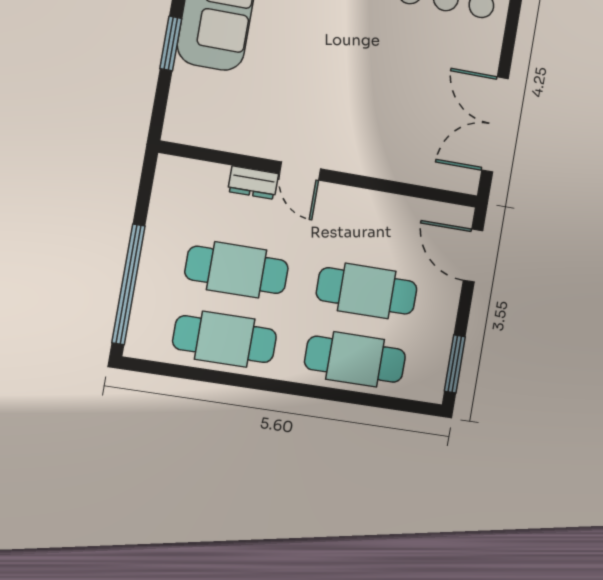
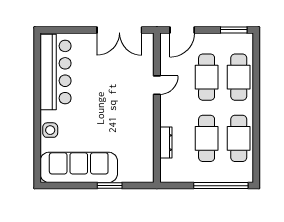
door: (300, 171) -> (157, 85), moved
dresser: (253, 183) -> (166, 143), width x1.44

